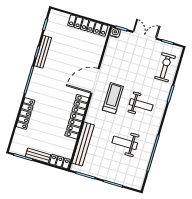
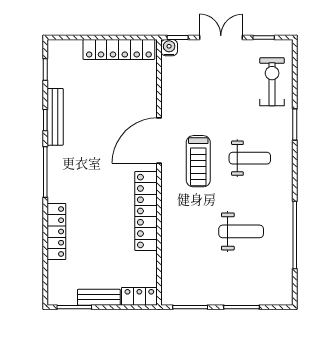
treadmill: (113, 98) -> (198, 161), turned 180
weight bench: (125, 143) -> (241, 231), turned 180
bench: (83, 144) -> (170, 254), removed

